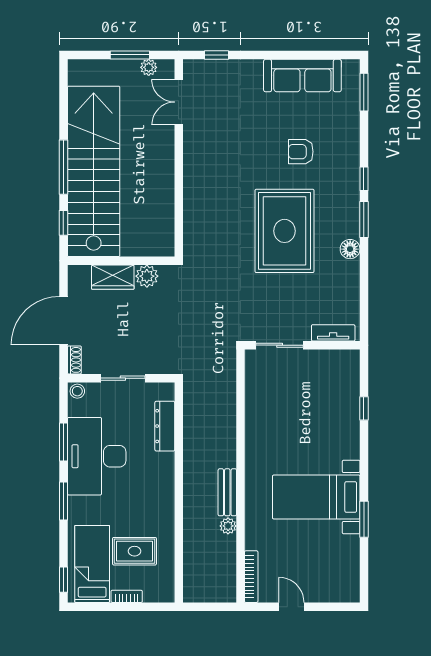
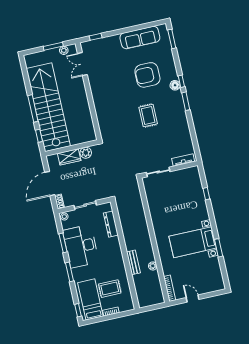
armchair: (301, 152) -> (147, 75), width x1.88, depth x1.88
rug: (284, 231) -> (148, 116), width x0.54, depth x0.49
floor lamp: (350, 249) -> (175, 85), moved
bench: (227, 492) -> (133, 262), moved

